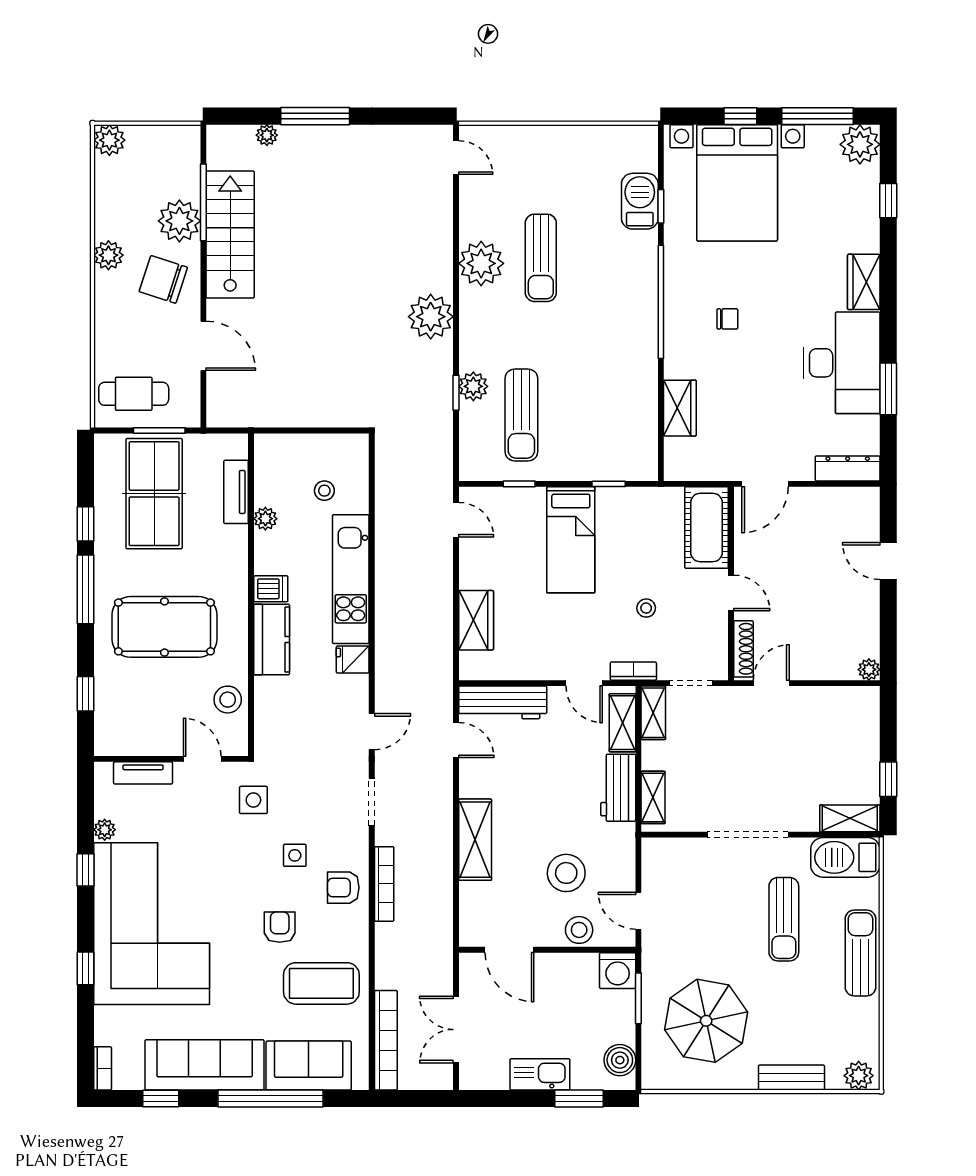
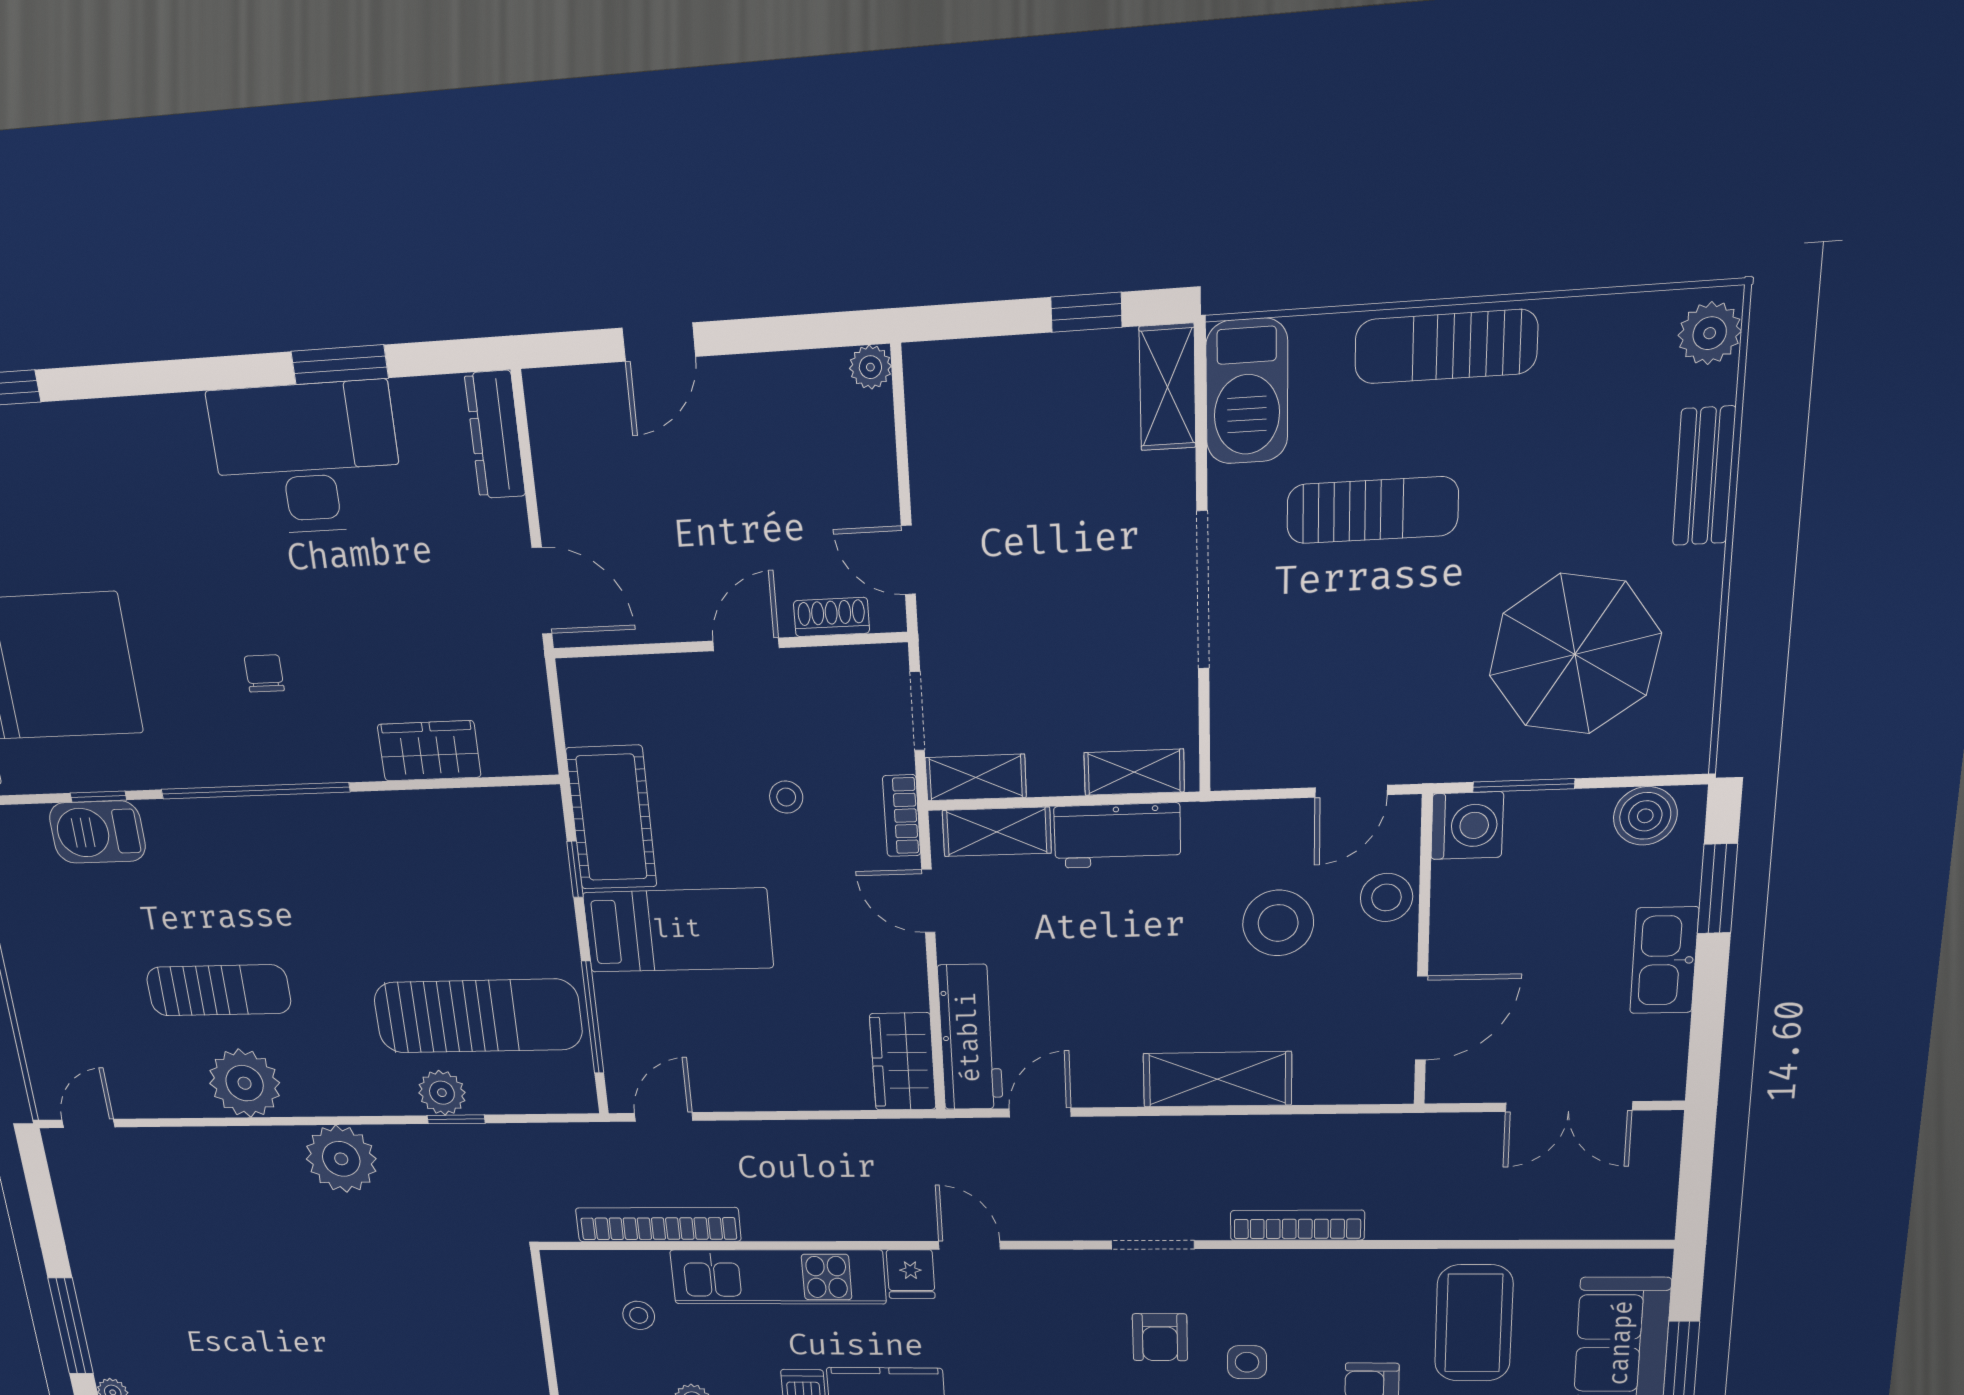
wardrobe: (864, 282) -> (158, 425), removed
sun lounger: (521, 415) -> (478, 1016), width x1.36, depth x1.34
window: (519, 484) -> (593, 1017), width x2.17
cot: (706, 527) -> (612, 818), moved, turned 90
wardrobe: (476, 620) -> (903, 1062), moved, turned -90
shoe rack: (743, 649) -> (831, 617), width x0.70
door: (584, 683) -> (928, 901), swing flipped
door: (372, 732) -> (969, 1245), moved
armchair: (343, 888) -> (1160, 1337), moved
bookcase: (386, 1040) -> (658, 1225), moved

